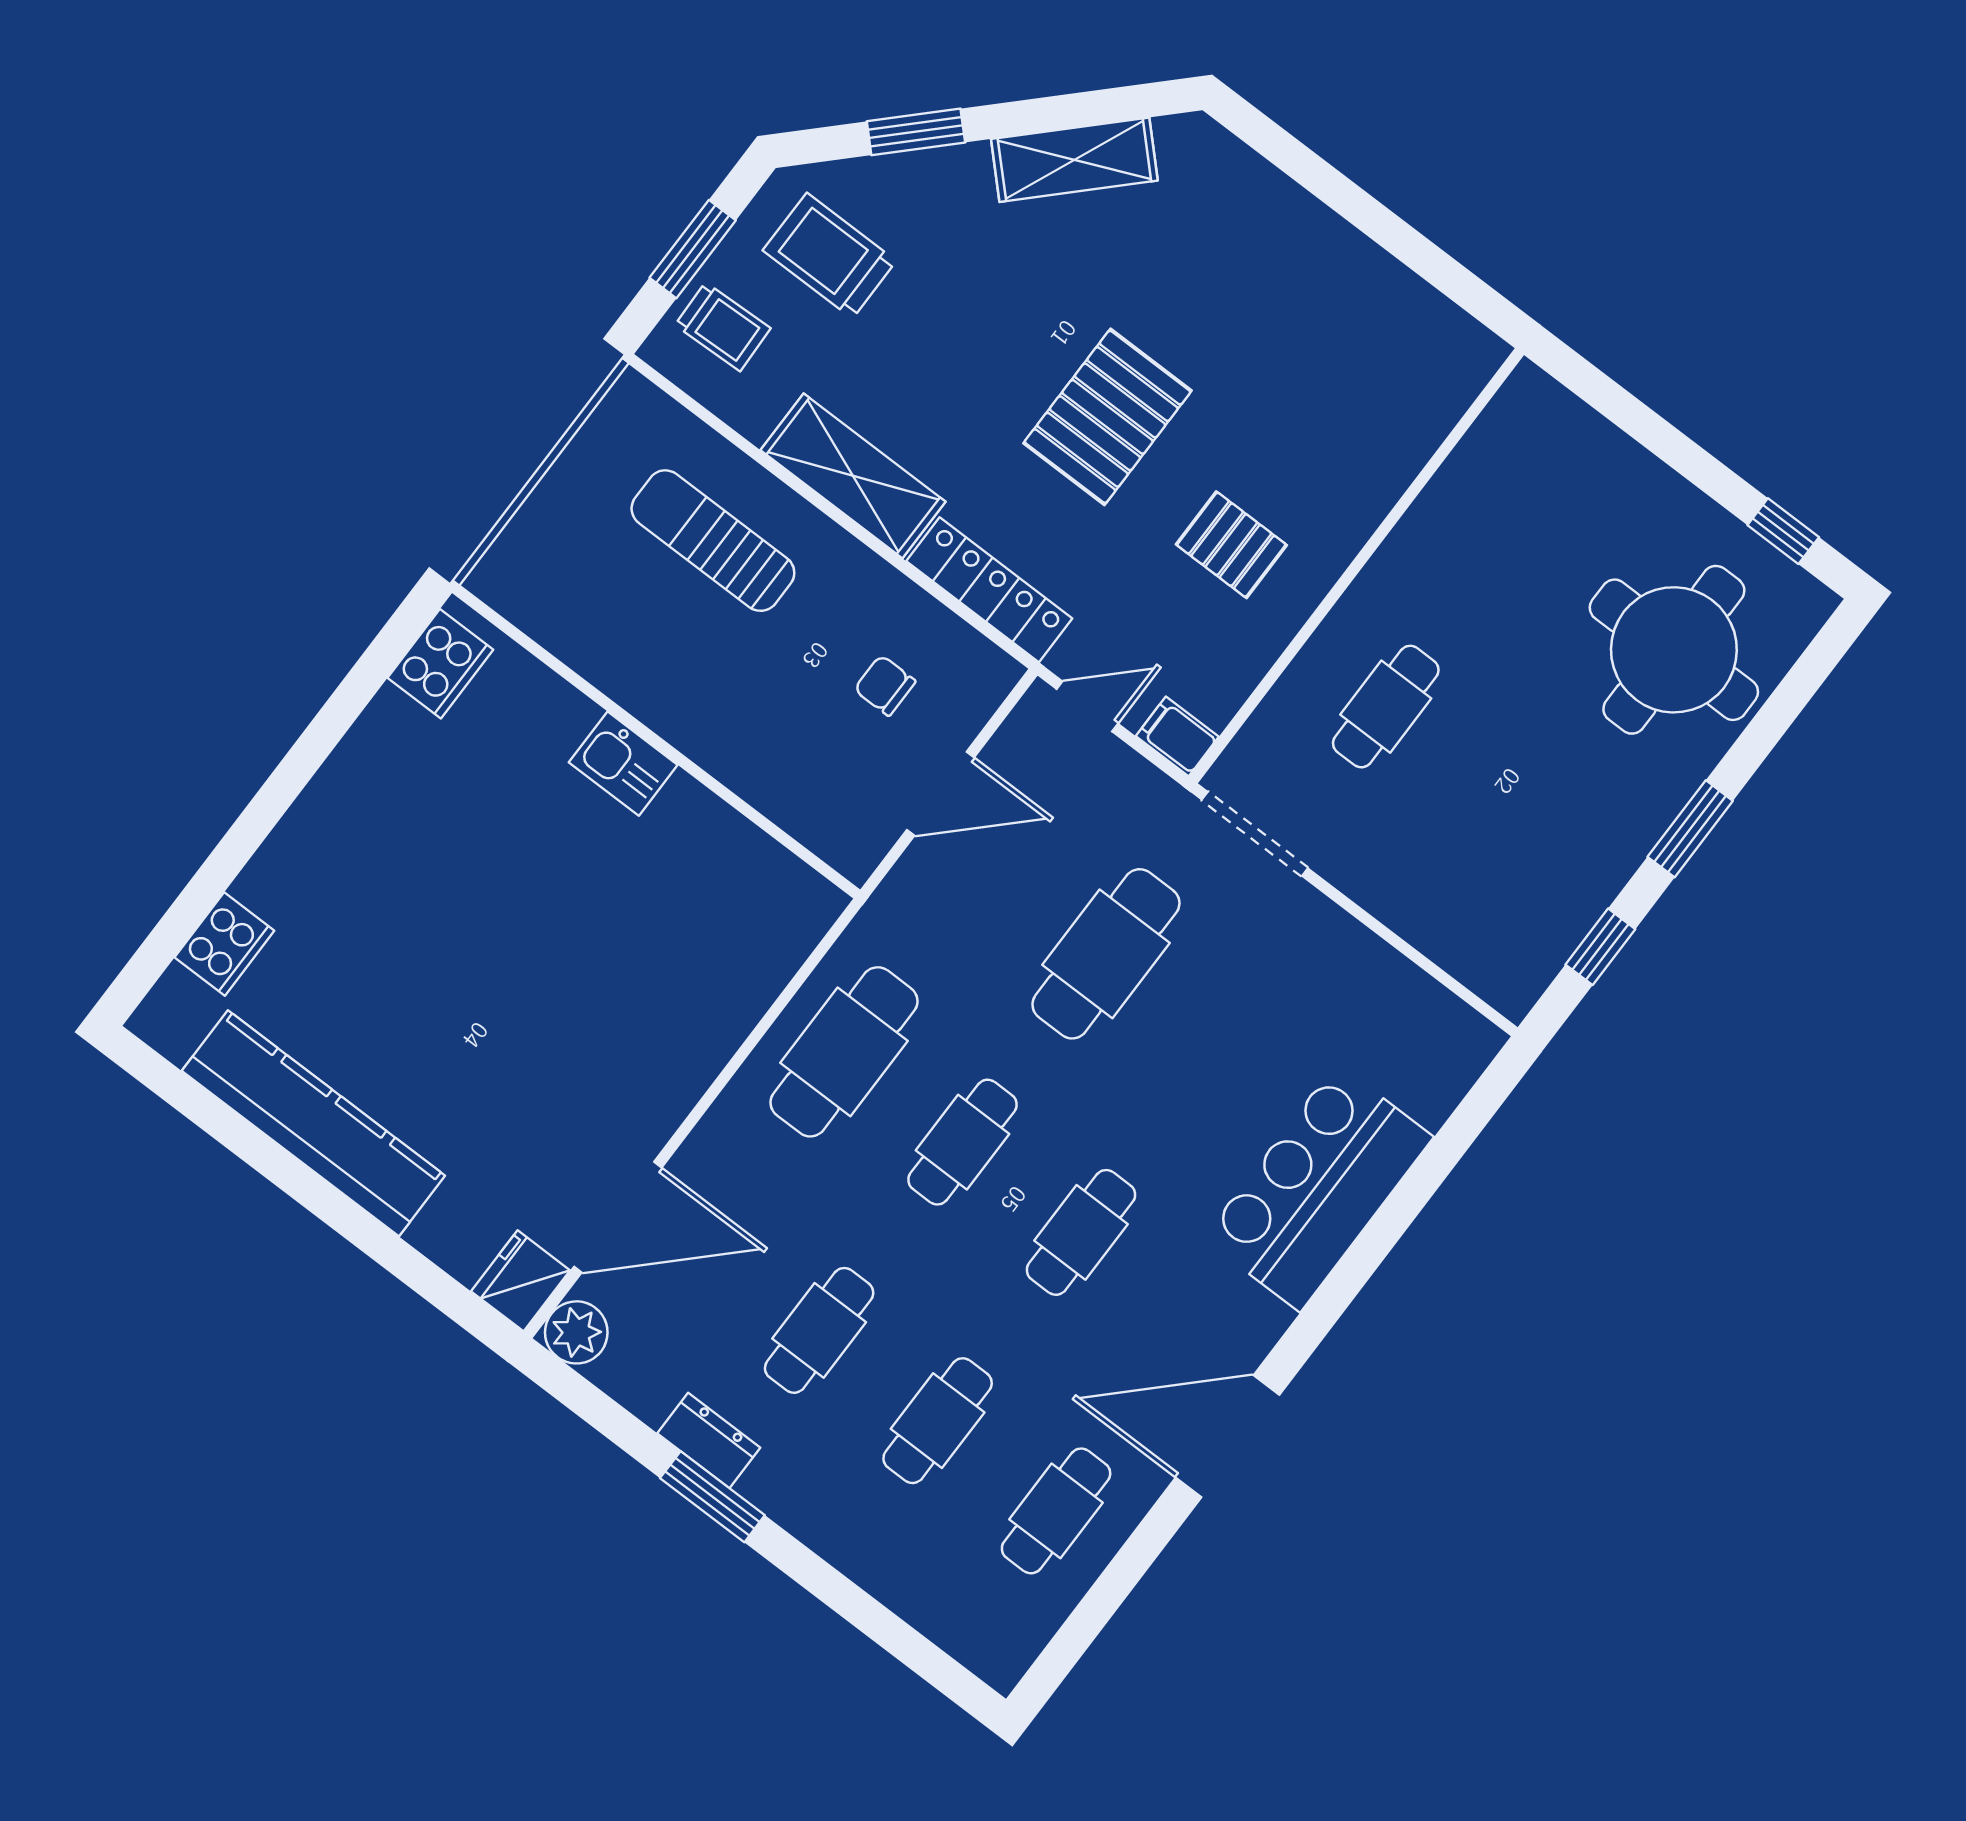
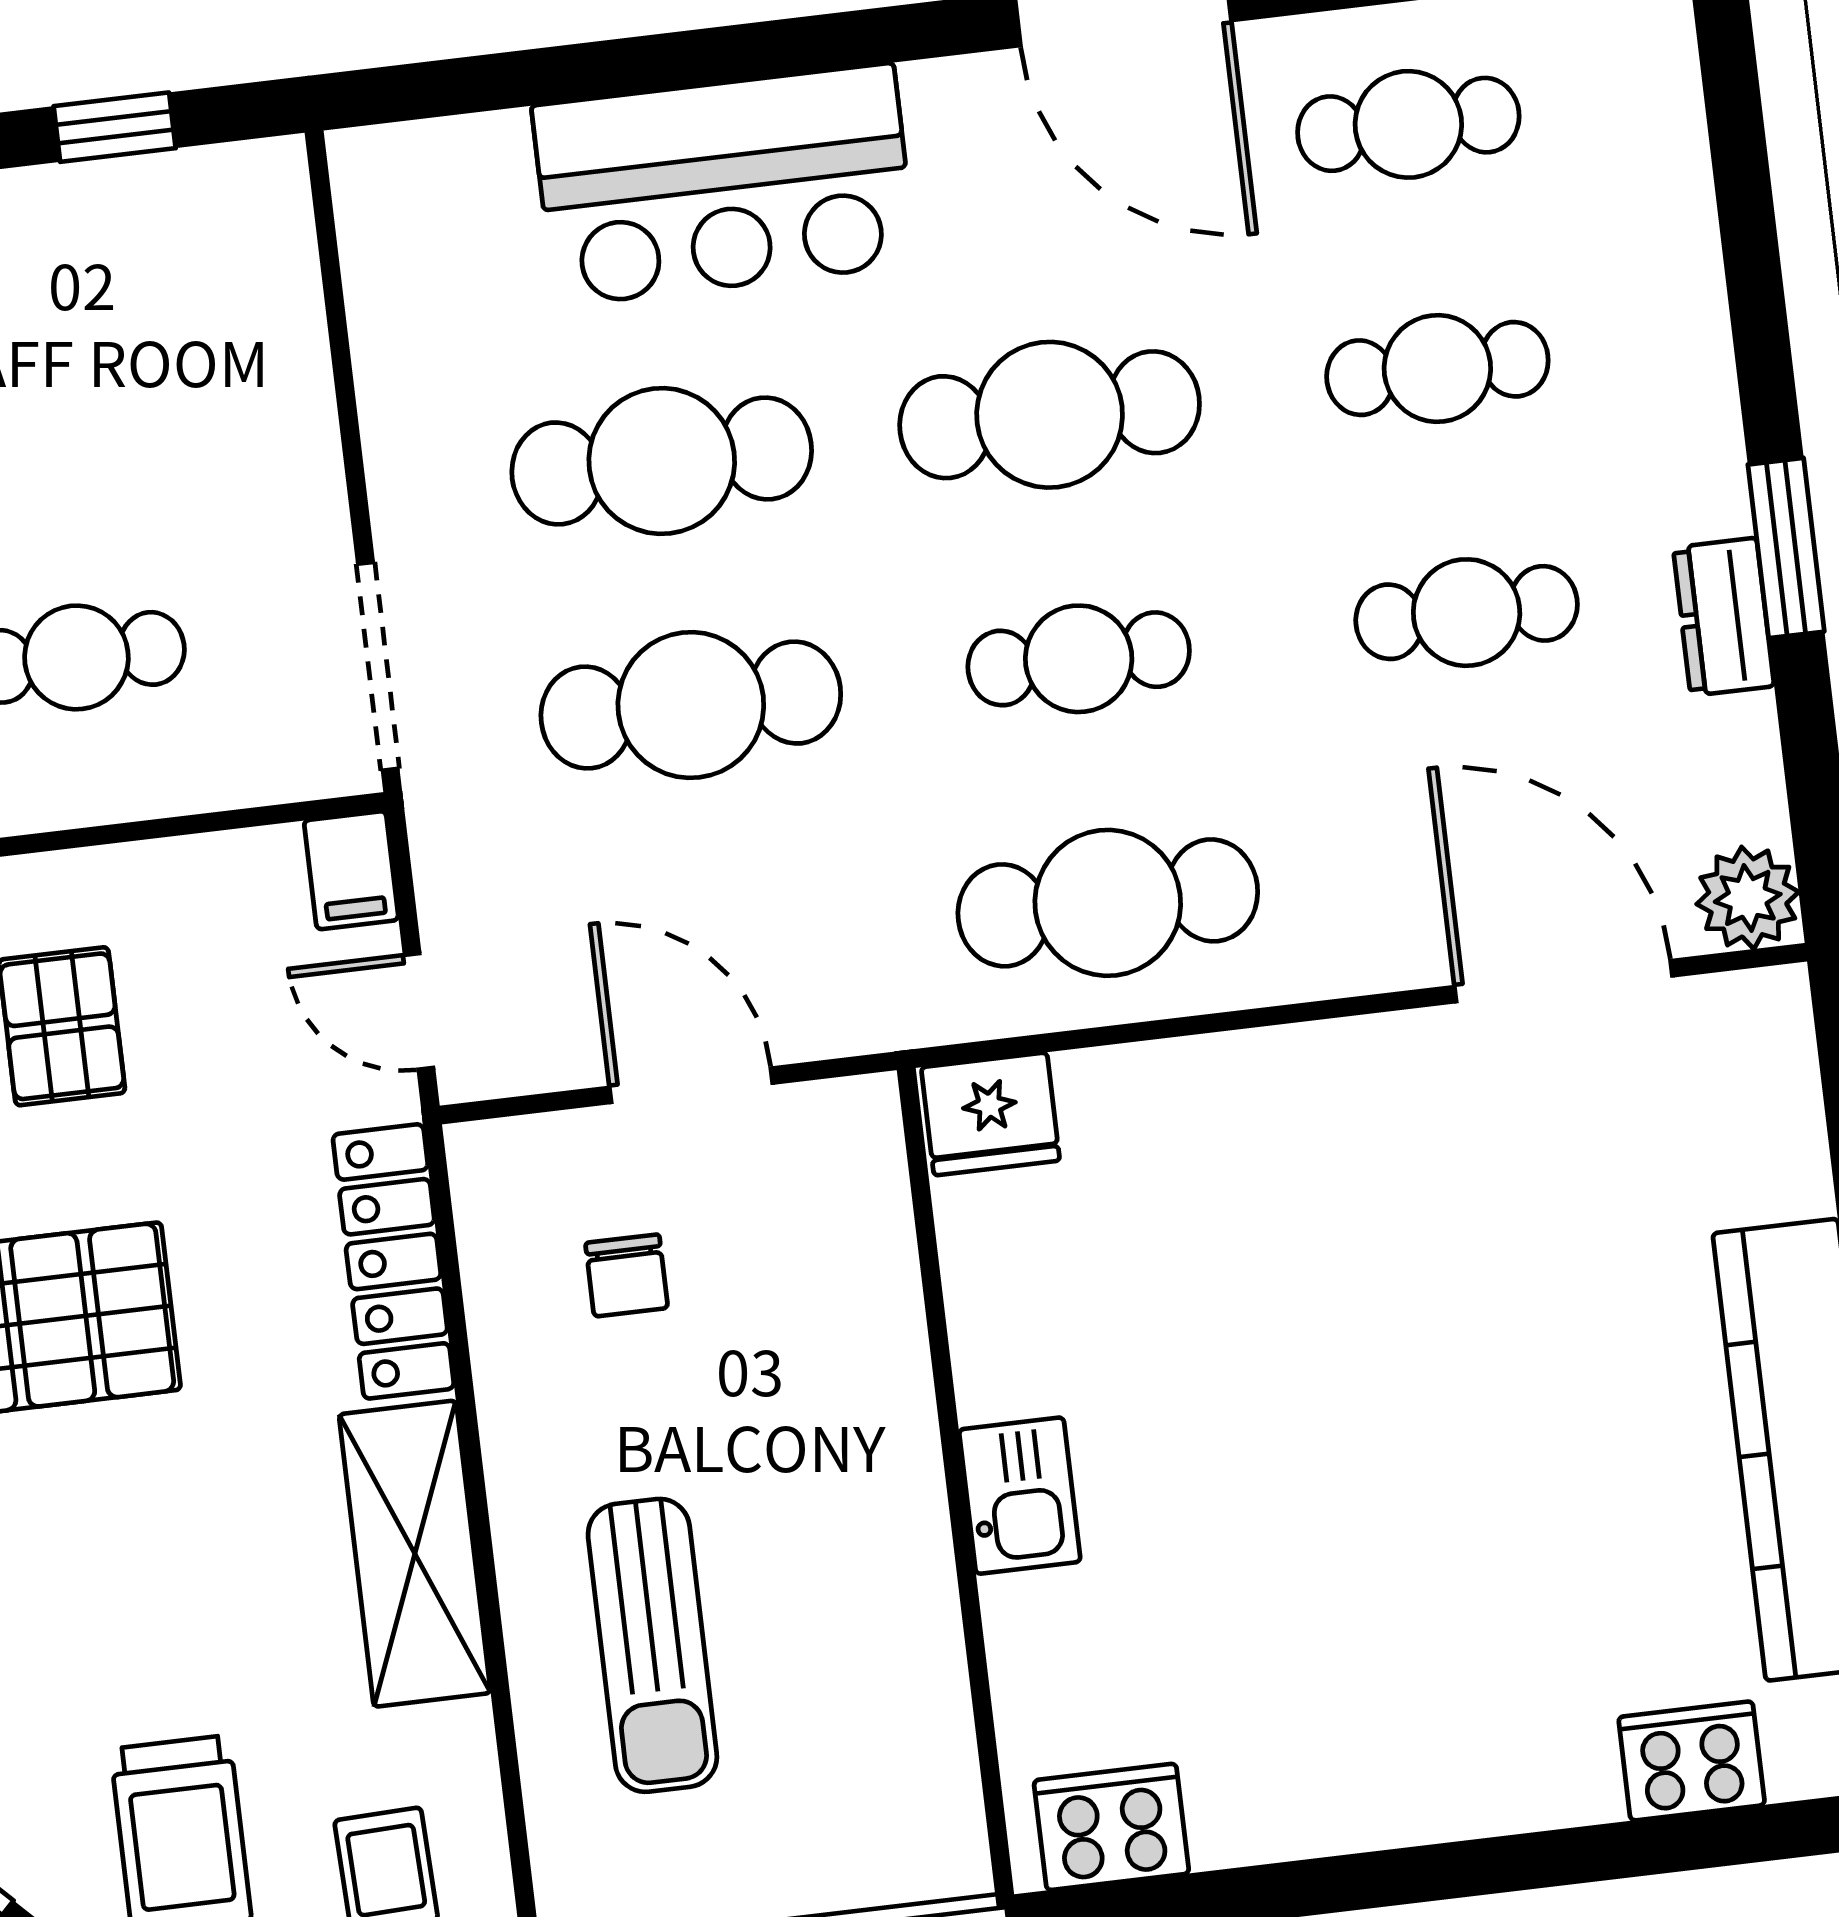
cafe table: (1224, 1044) -> (662, 461), added
cafe table: (1081, 1232) -> (1050, 415), width x1.37, depth x1.35
fridge: (521, 1281) -> (990, 1114), moved

